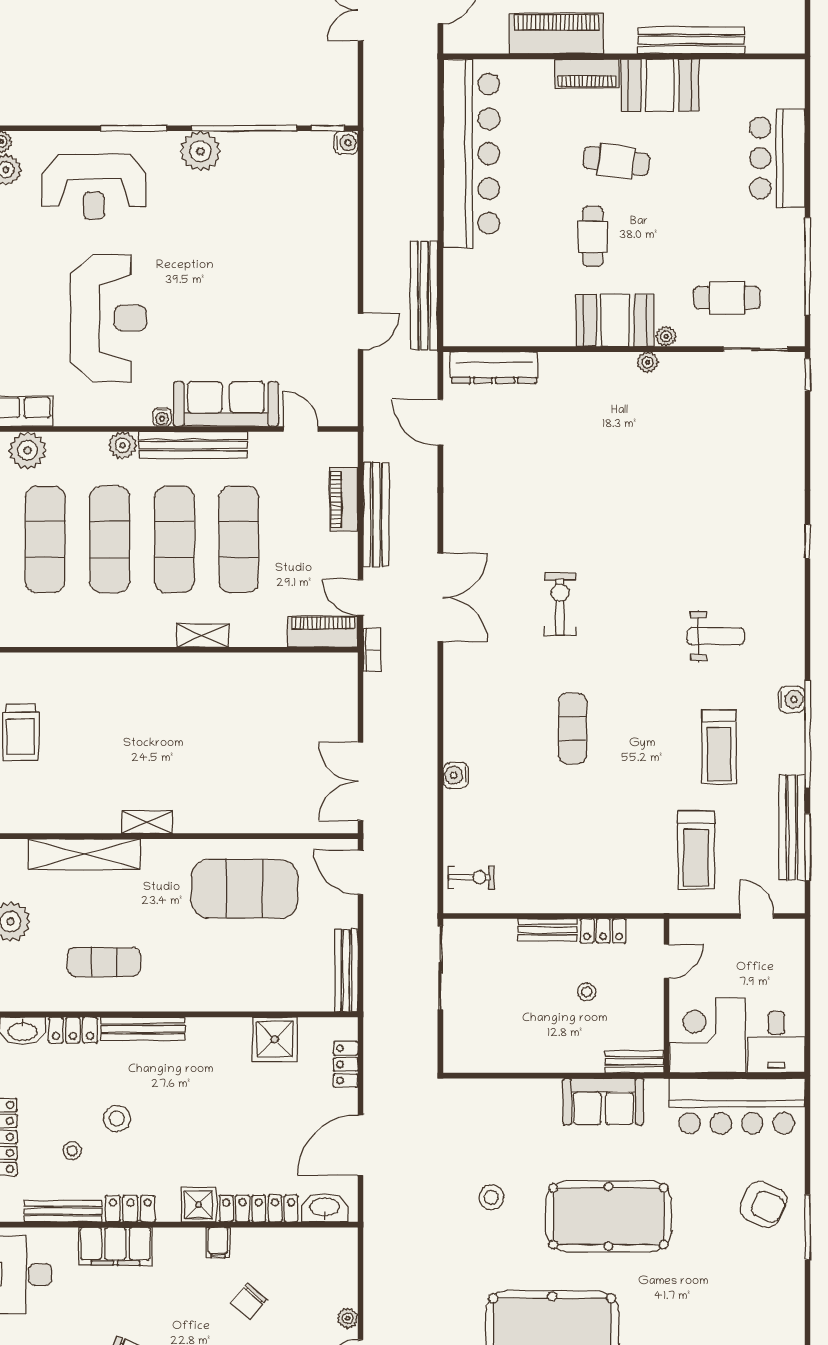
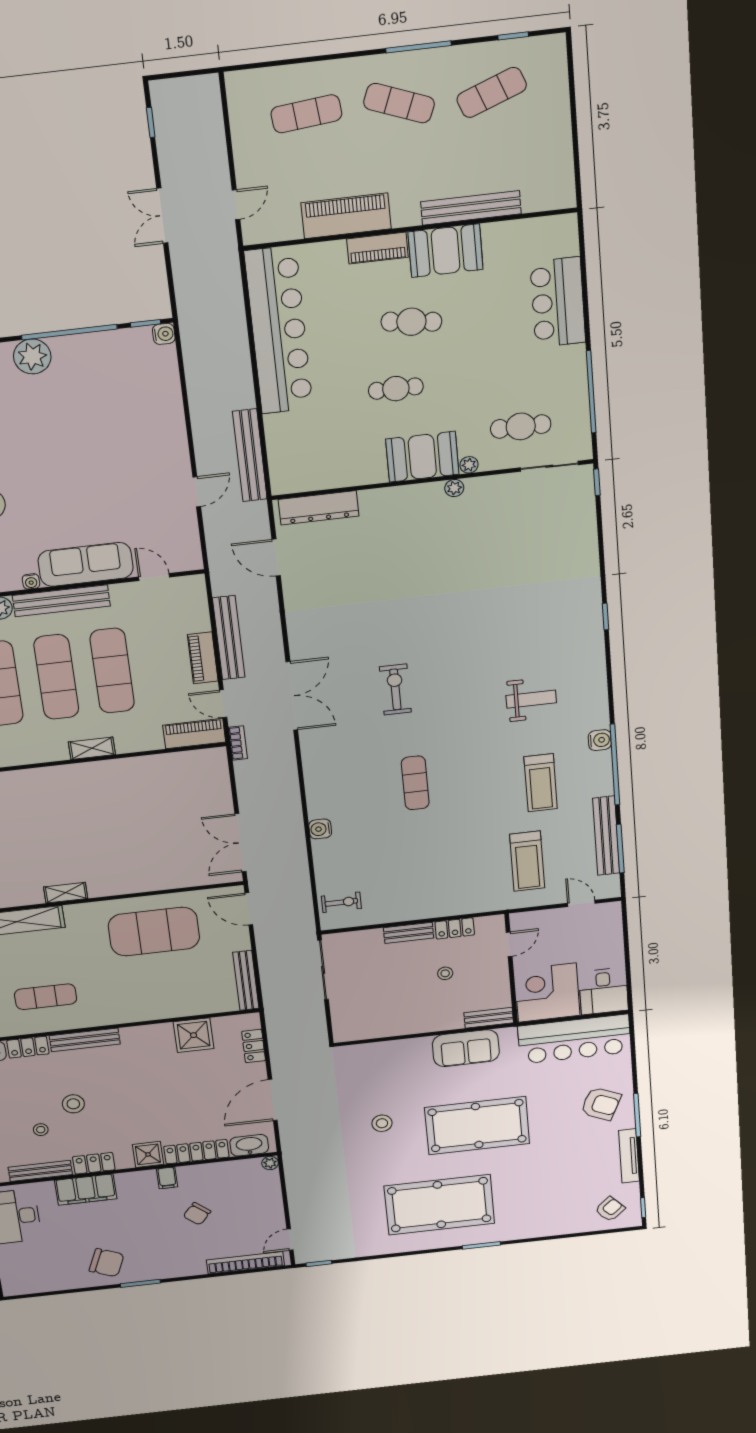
cafe table: (593, 236) -> (396, 389), turned 90
piano: (344, 499) -> (203, 658), moved
tv unit: (794, 1287) -> (629, 1156), added
plant: (348, 1318) -> (270, 1163), moved

